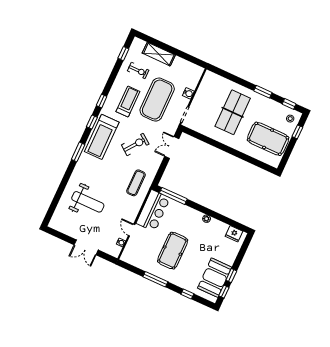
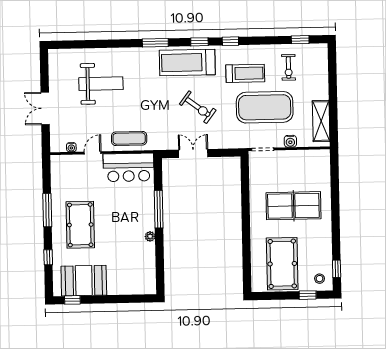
shelving: (159, 54) -> (321, 121), moved
window: (263, 92) -> (336, 230), removed
double door: (172, 147) -> (193, 153), moved
exercise mat: (136, 183) -> (129, 139), moved
window: (173, 196) -> (159, 209), moved
weight bench: (88, 202) -> (101, 84), turned -90
fridge: (234, 234) -> (148, 278), removed
pool table: (173, 251) -> (80, 225), moved, turned 90
window: (231, 276) -> (96, 299), removed

